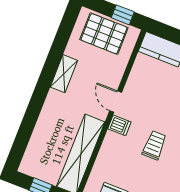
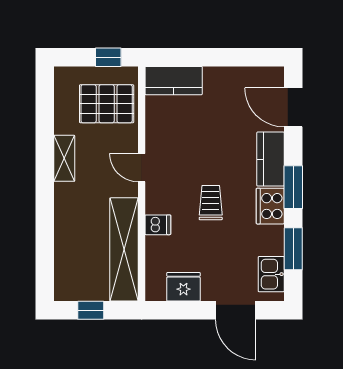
pallet: (104, 34) -> (107, 104), moved
dishwasher: (119, 125) -> (158, 225), moved

